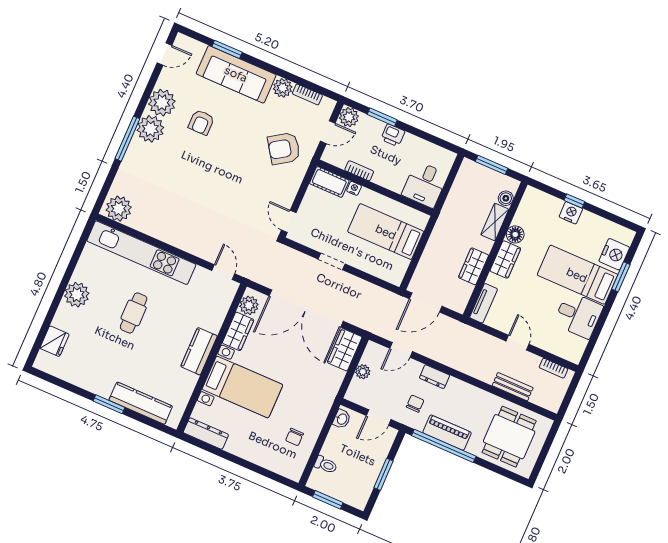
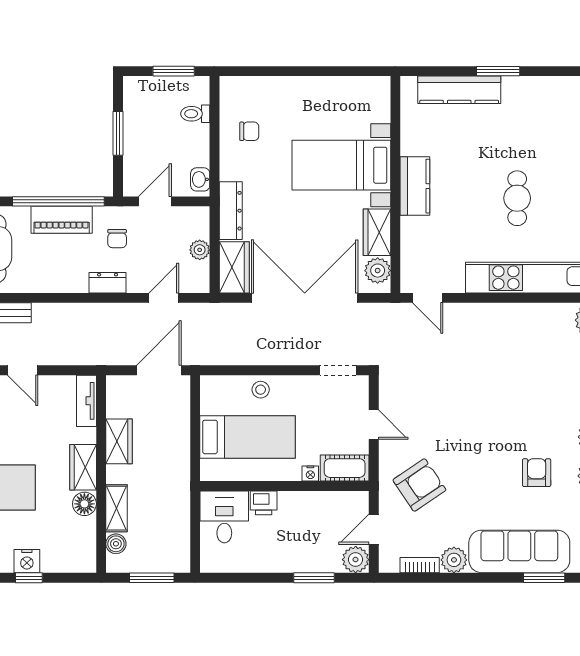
printer: (393, 135) -> (264, 503), moved, turned 180
bookcase: (359, 171) -> (313, 498), removed
door: (289, 221) -> (374, 425), moved
stool: (363, 260) -> (261, 390), added
doorway: (332, 261) -> (338, 370), moved
dresser: (206, 434) -> (231, 211), moved, turned -90
chair: (294, 437) -> (249, 131), turned 90

